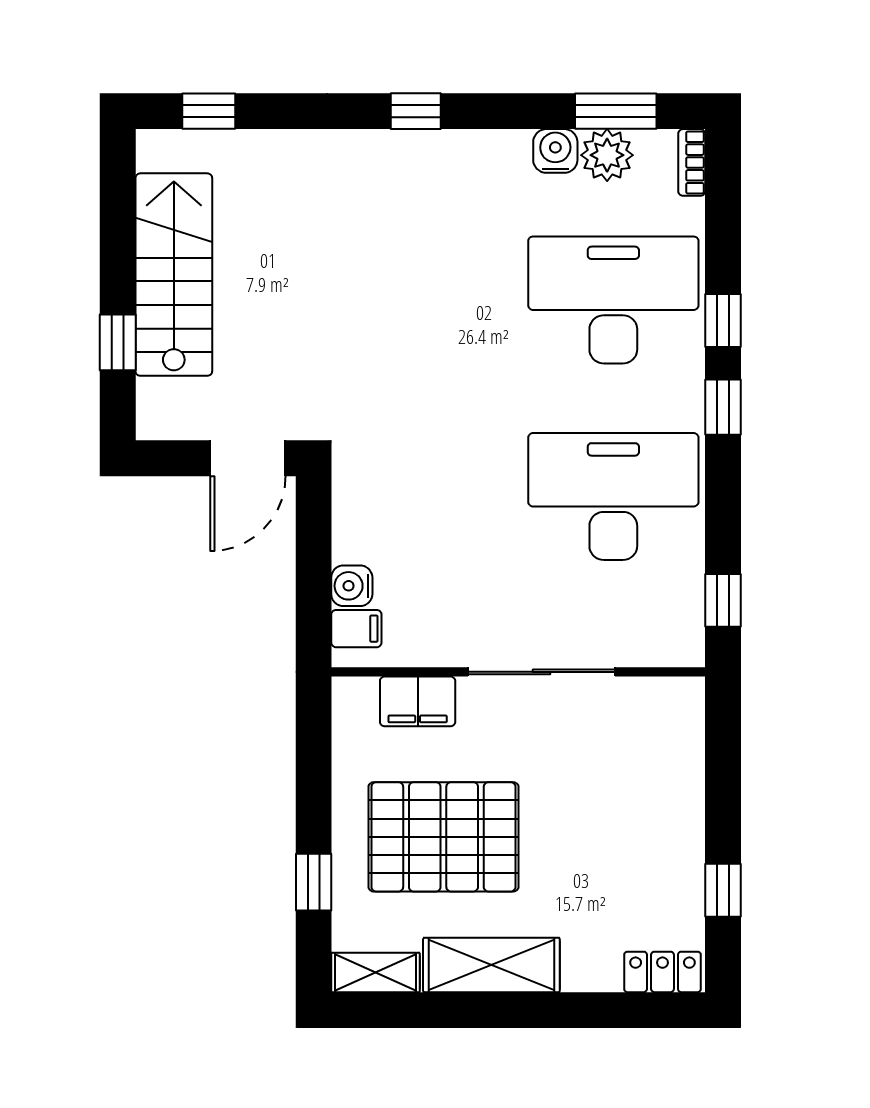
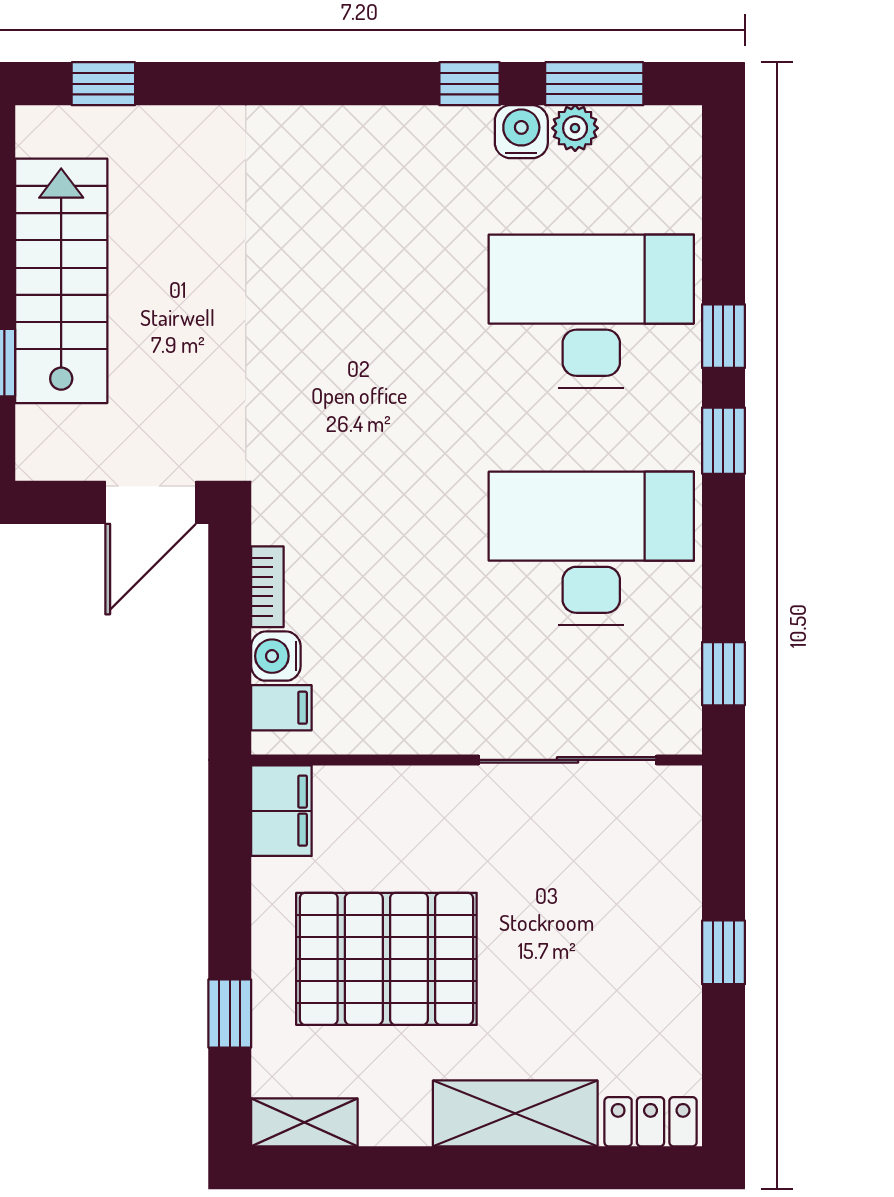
window: (416, 111) -> (470, 84), moved
plant: (607, 155) -> (575, 128), width x0.73, depth x0.73
bookcase: (692, 162) -> (267, 587), moved, turned 180
sliding door: (542, 672) -> (568, 760), moved
filing cabinet: (418, 701) -> (281, 811), moved, turned -90
window: (723, 890) -> (723, 952), moved
shelving: (491, 965) -> (515, 1113), moved

